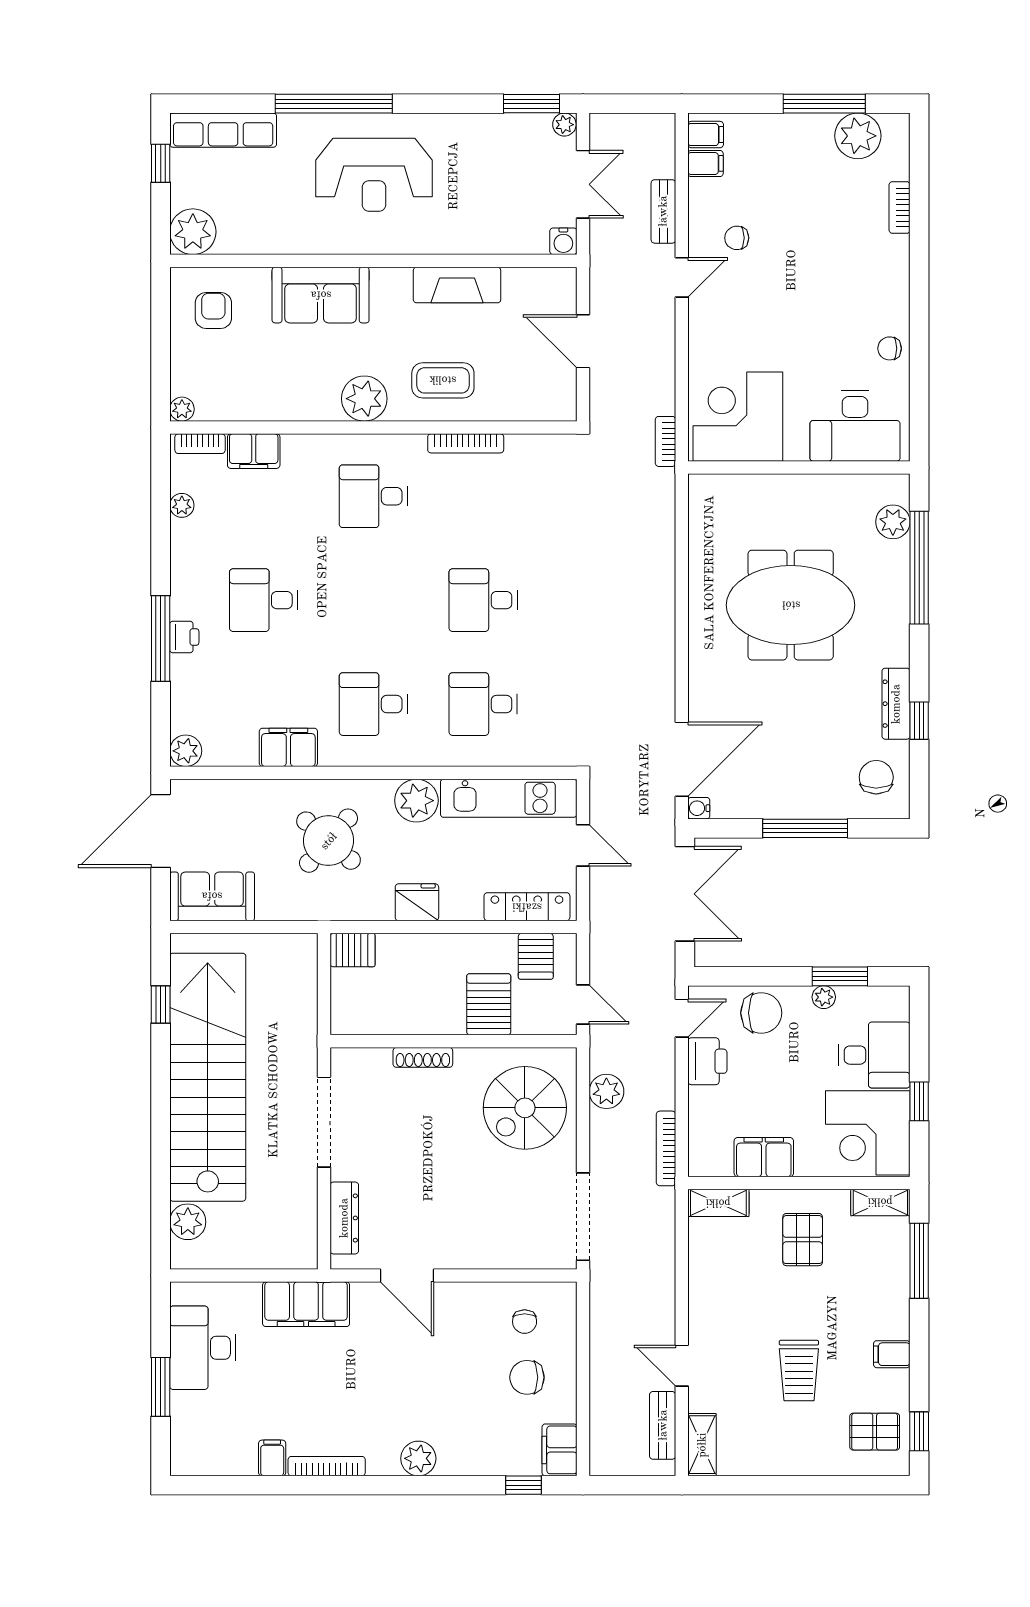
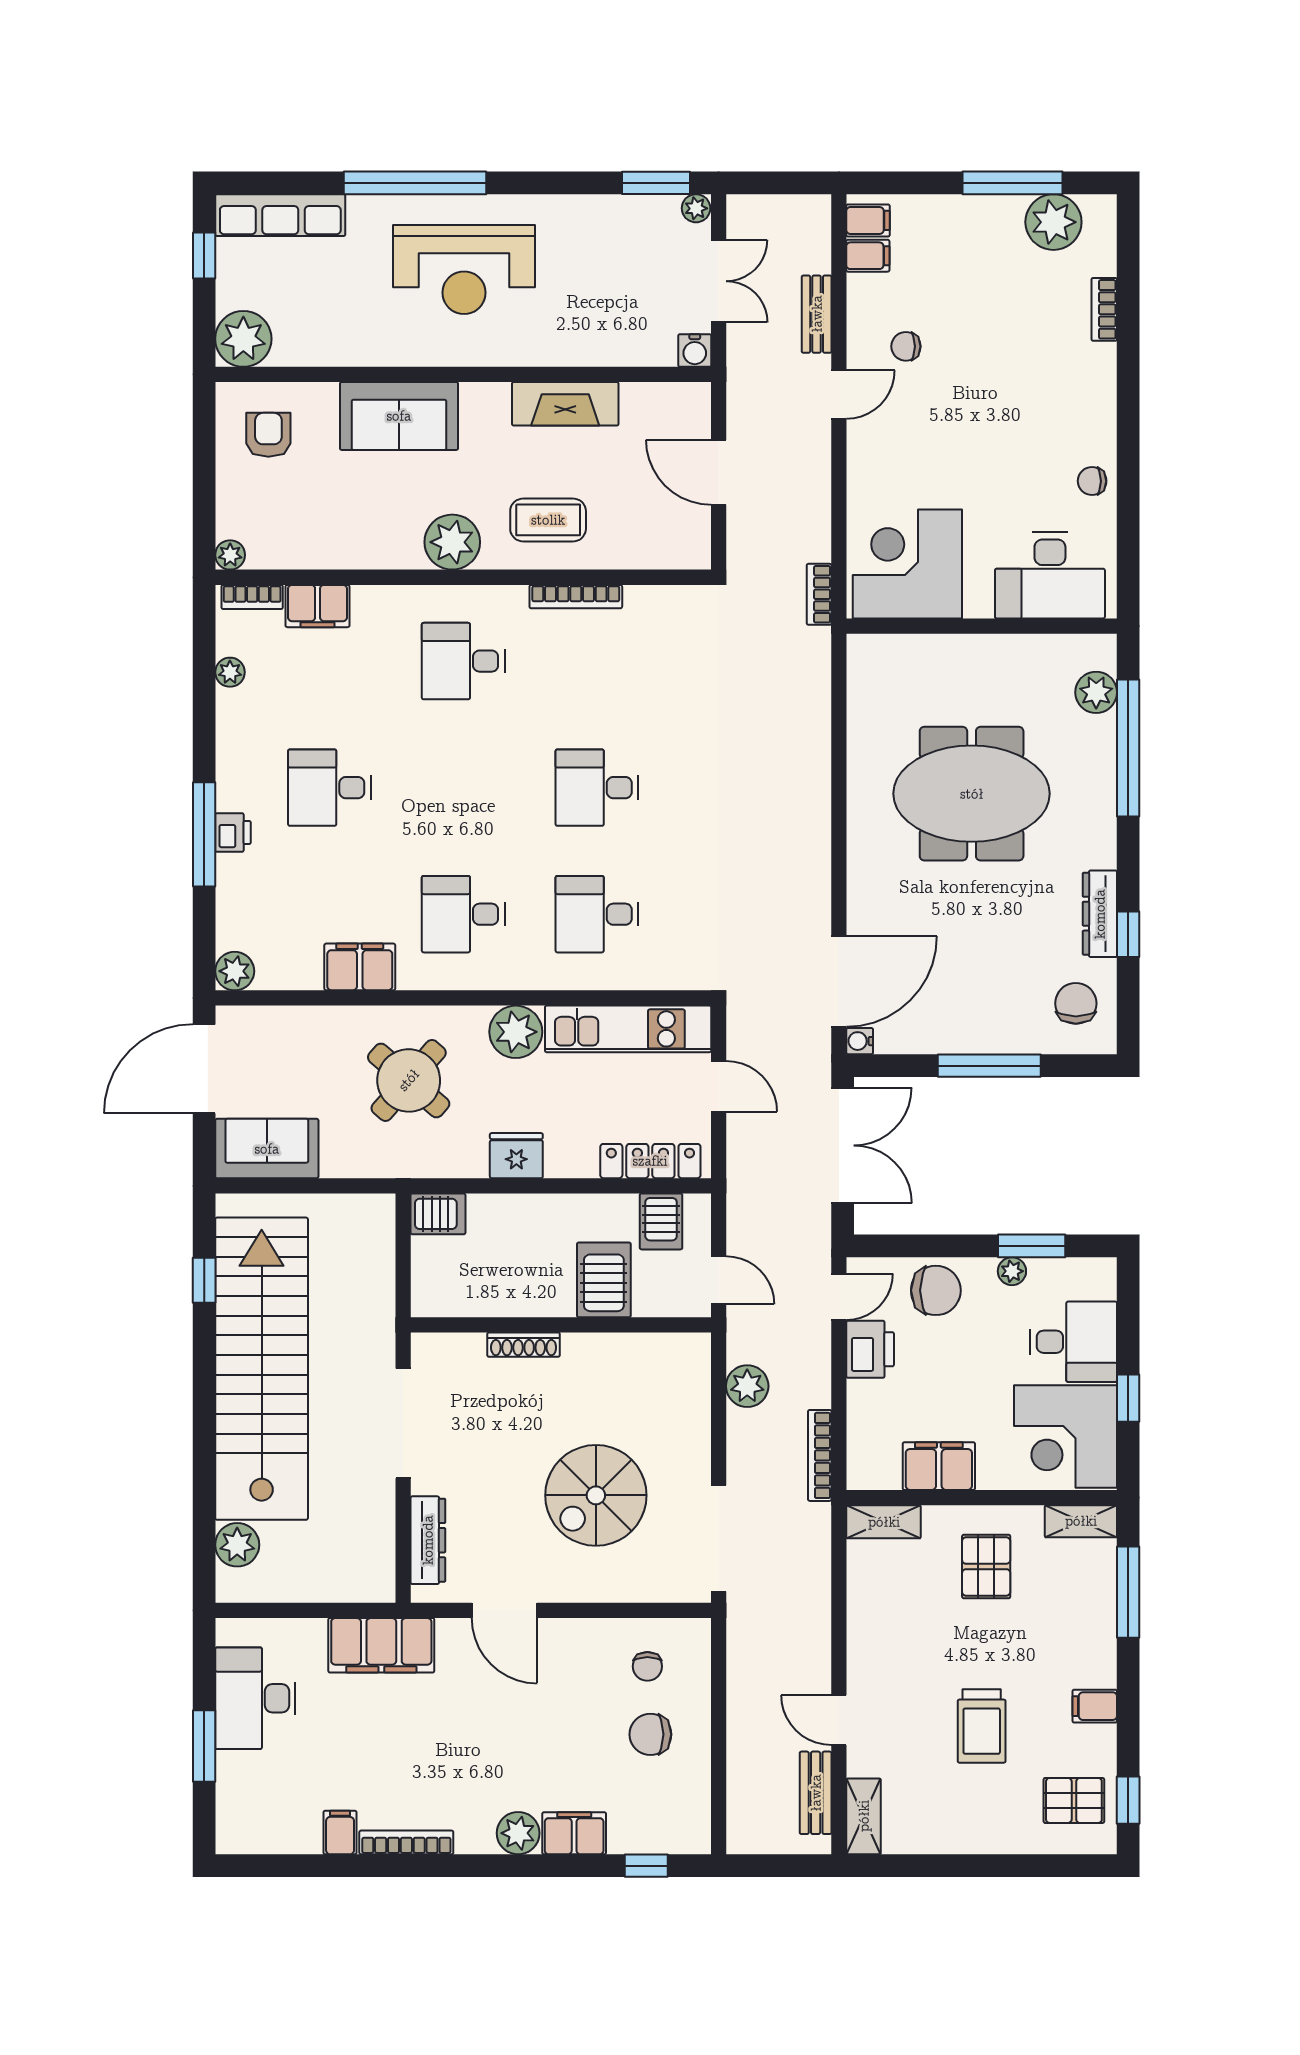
spiral stairs: (525, 1108) -> (596, 1495), moved
filing cabinet: (559, 1450) -> (574, 1833), moved, turned 90

